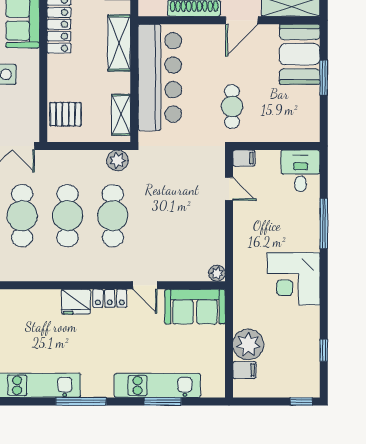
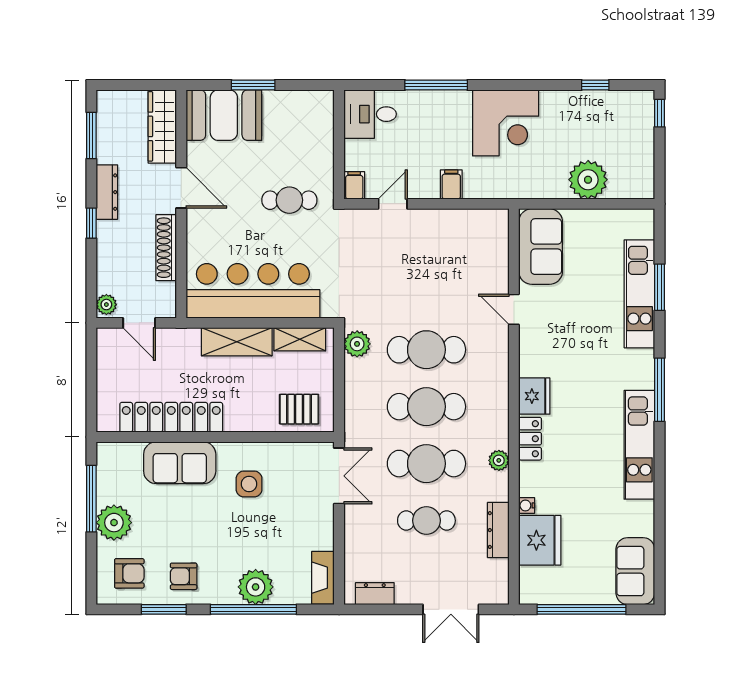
shelving: (119, 43) -> (237, 342), moved
pallet: (66, 114) -> (299, 409), turned 90
plant: (217, 273) -> (499, 460), moved
door: (145, 285) -> (514, 309), swing flipped
locker: (110, 298) -> (530, 439), moved
filing cabinet: (244, 370) -> (451, 185), moved

